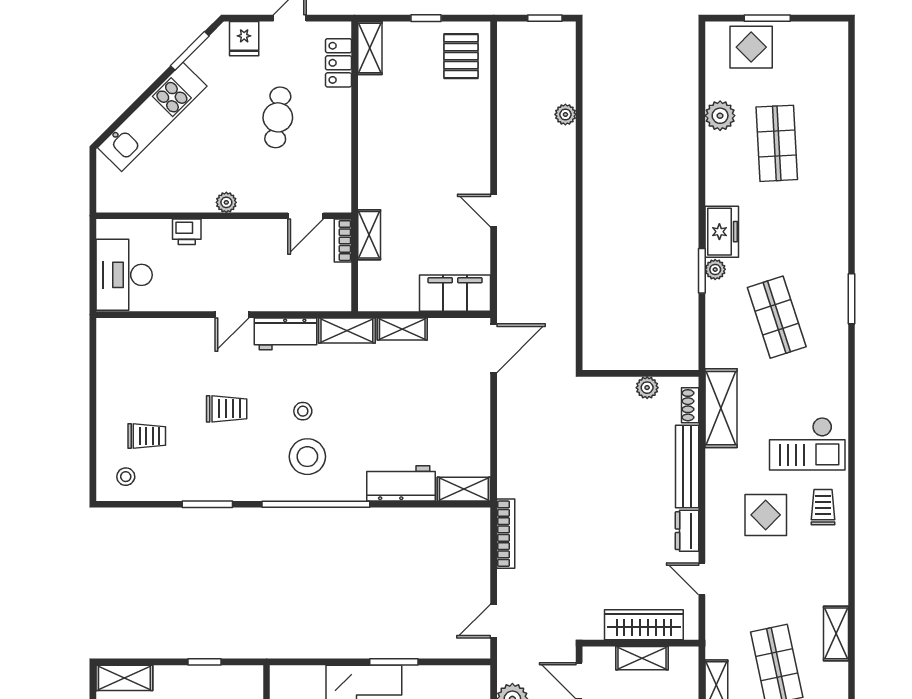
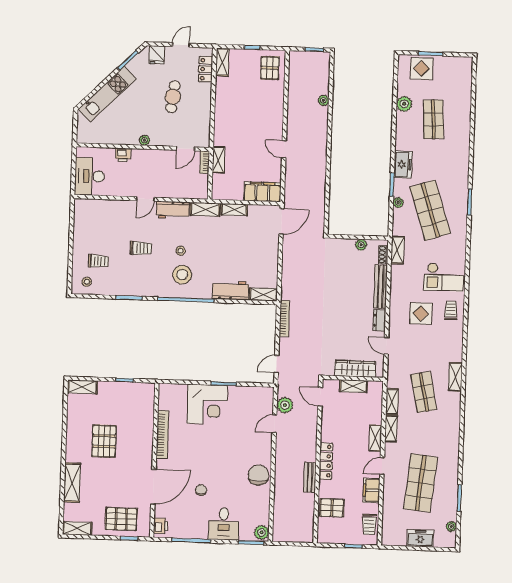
plant: (715, 269) -> (398, 203), moved
shop shelf: (777, 317) -> (430, 210), width x1.43, depth x1.36
shelving: (721, 408) -> (398, 250), width x0.67, depth x0.75

